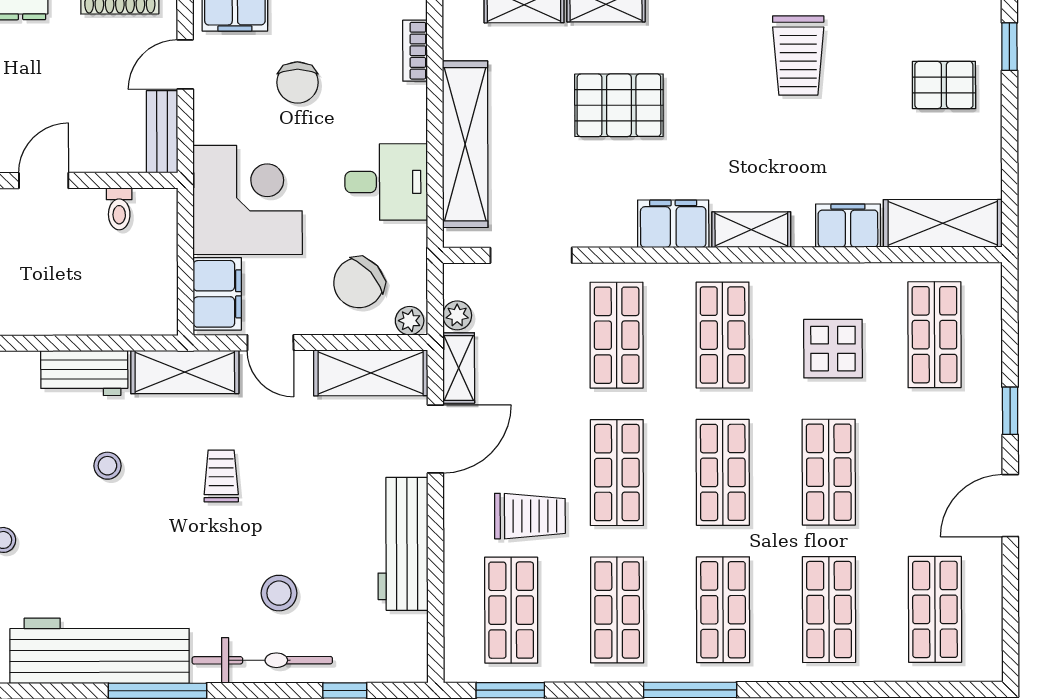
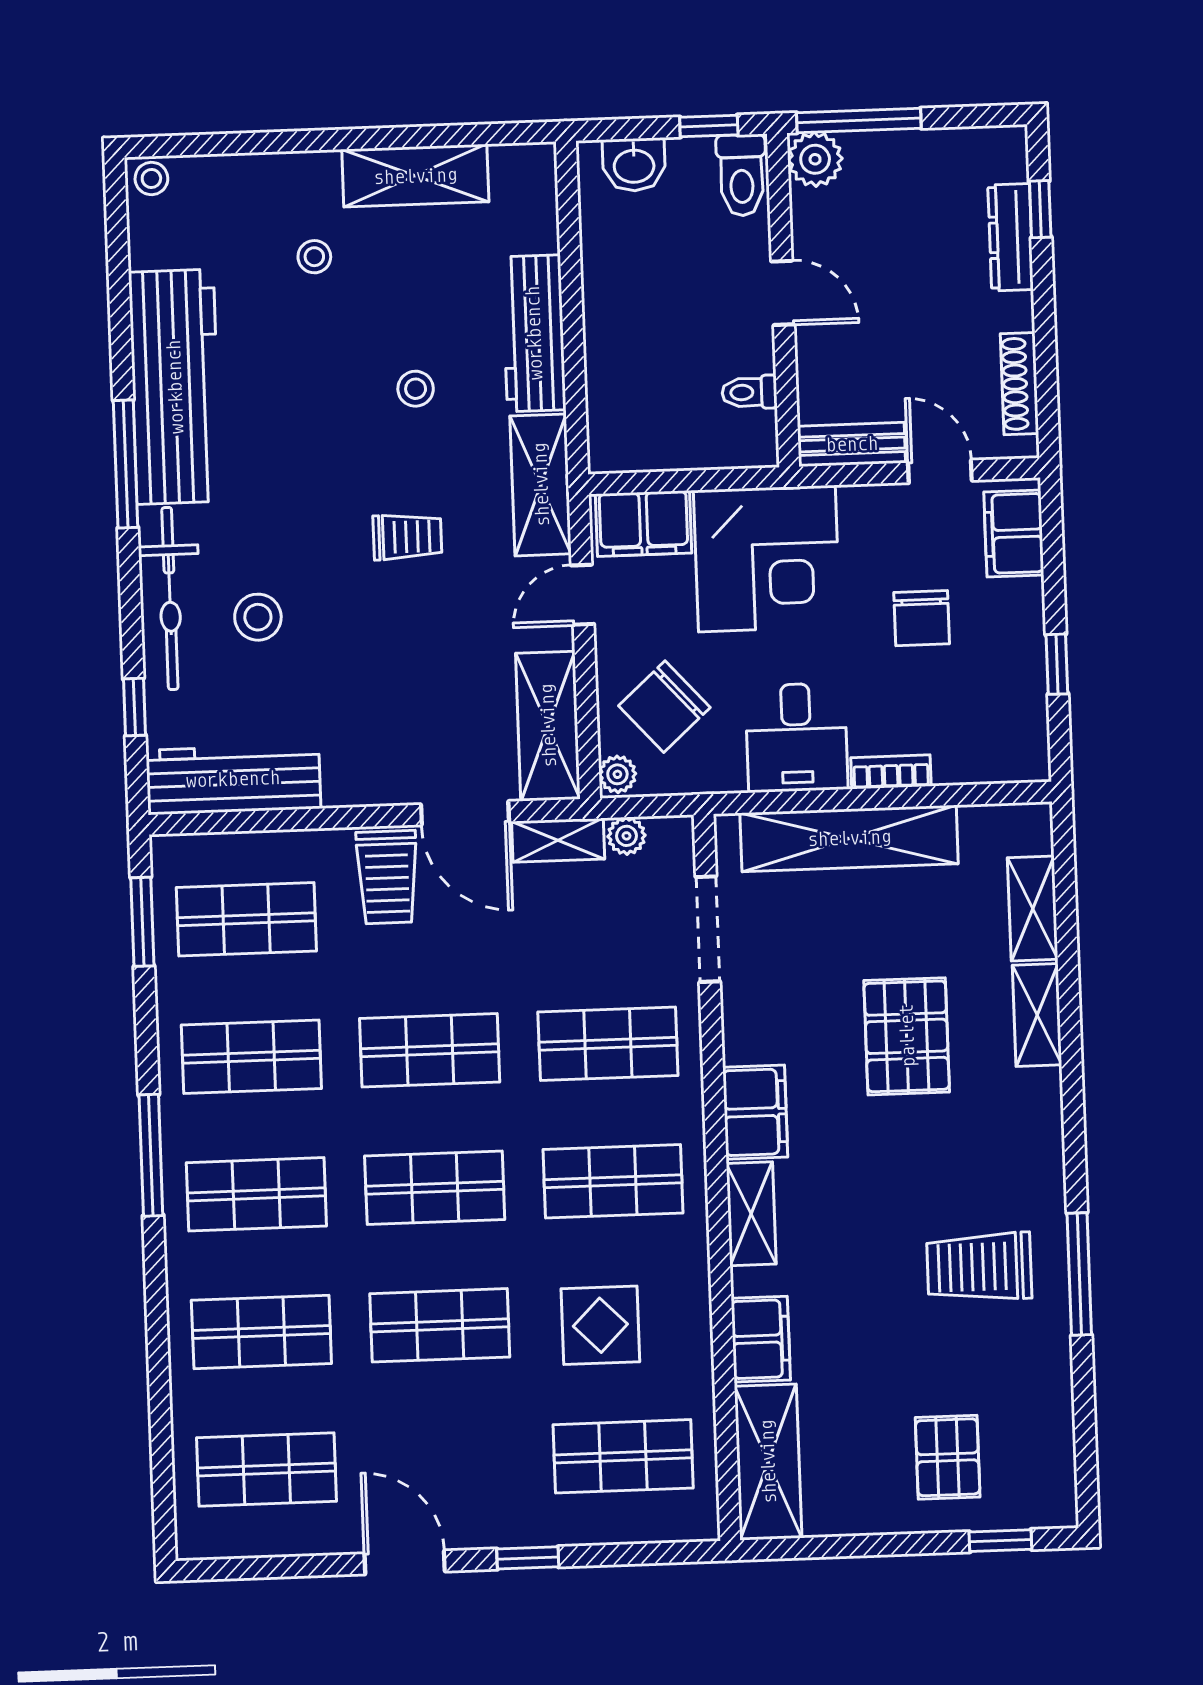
bookcase: (415, 51) -> (891, 772), moved
chair: (298, 82) -> (922, 618), turned -90
chair: (359, 283) -> (664, 707), turned -90
workbench: (84, 373) -> (534, 333), width x1.38
trolley: (530, 516) -> (387, 877), moved
workbench: (403, 544) -> (233, 779), moved

